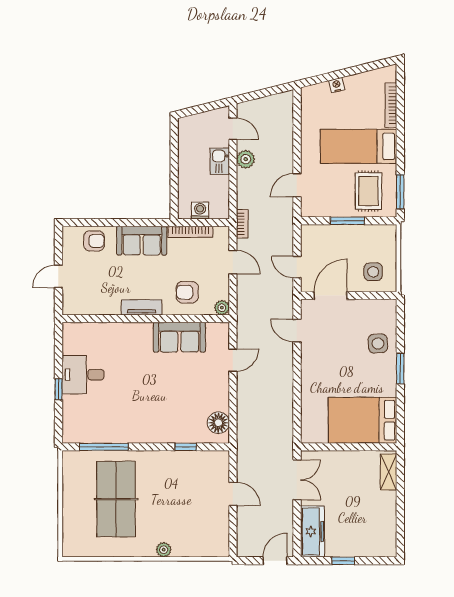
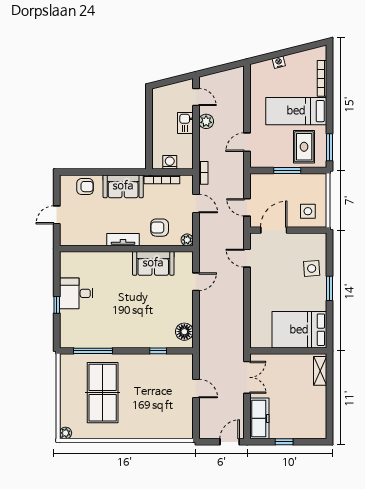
plant: (164, 550) -> (66, 433), moved

